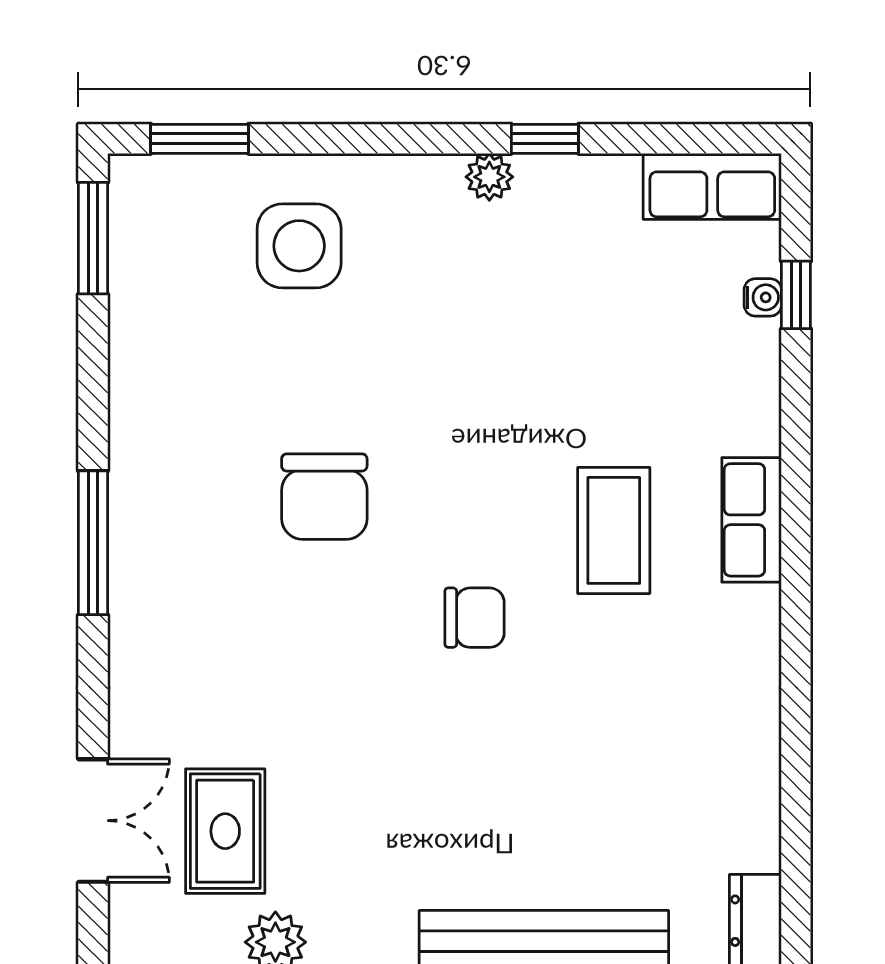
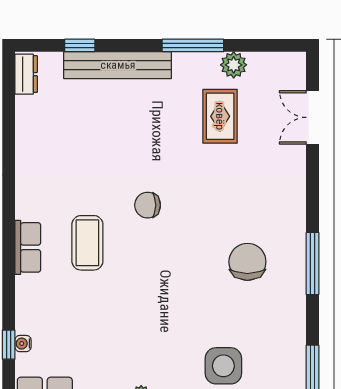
chair: (324, 497) -> (247, 262), moved
window: (93, 543) -> (312, 264), moved
rug: (225, 831) -> (220, 116), moved

